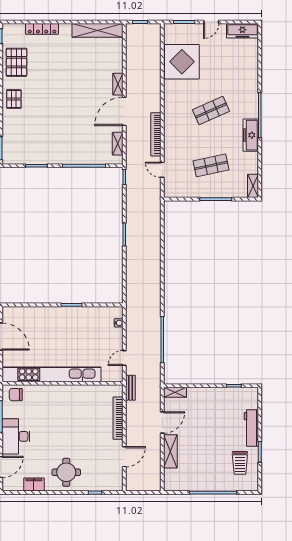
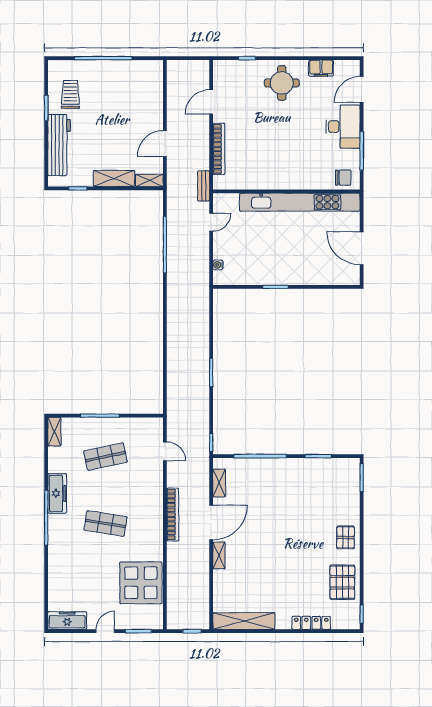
shop shelf: (211, 111) -> (106, 523), turned 33
bookcase: (156, 134) -> (173, 515), moved
workbench: (251, 428) -> (59, 145), width x1.36, depth x1.32
shelving: (170, 451) -> (114, 178), moved, turned 90

